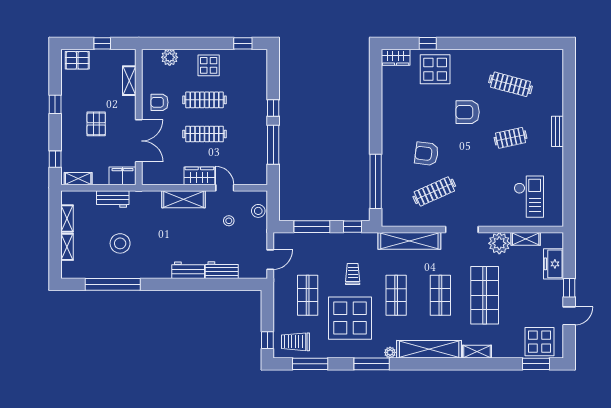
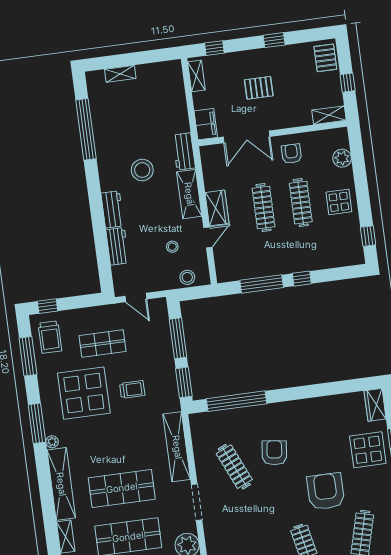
shelving: (129, 81) -> (329, 115), moved
armchair: (468, 112) -> (326, 491), width x1.36, depth x1.36
workbench: (113, 199) -> (184, 151), moved
shelving: (67, 218) -> (151, 70), removed
window: (352, 227) -> (184, 382), width x1.50
stool: (120, 243) -> (142, 170), moved
shop shelf: (396, 295) -> (115, 440), removed
shop shelf: (440, 295) -> (122, 488), width x1.43, depth x1.36
trolley: (295, 342) -> (50, 337), turned 180

